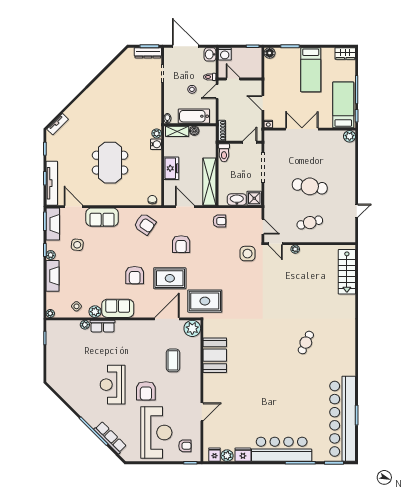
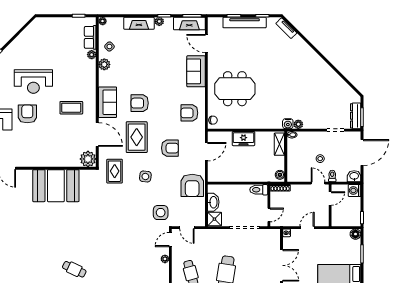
bathtub: (194, 116) -> (294, 160), removed
boiler: (194, 131) -> (280, 175), moved
plant: (157, 133) -> (298, 124), moved
door: (250, 142) -> (269, 215), hinge flipped
water cooler: (156, 144) -> (288, 124), moved
meeting table: (110, 163) -> (235, 89), moved
shelving: (209, 182) -> (231, 176), removed
tv unit: (52, 183) -> (245, 23), moved
door: (73, 207) -> (206, 44), swing flipped
armchair: (220, 221) -> (192, 185), width x1.88, depth x1.88
armchair: (145, 224) -> (189, 113), turned 56
door: (263, 227) -> (187, 228), hinge flipped
armchair: (181, 244) -> (170, 148), turned 180
side table: (77, 245) -> (145, 177), moved
rug: (205, 301) -> (115, 171), width x0.73, depth x0.70
sofa: (118, 308) -> (107, 102), moved
row of seats: (103, 326) -> (90, 37), moved
booth: (215, 355) -> (56, 186), width x1.36, depth x1.42
coffee table: (173, 360) -> (71, 108), moved
reception desk: (113, 385) -> (33, 82), turned 180
armchair: (146, 391) -> (27, 114), turned 90

